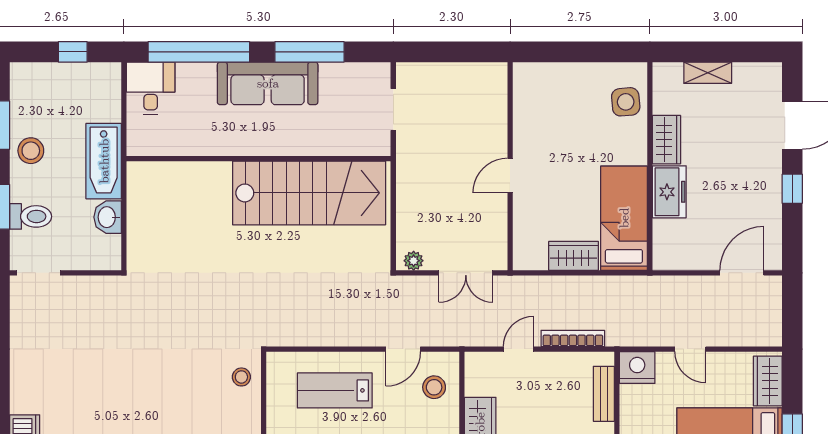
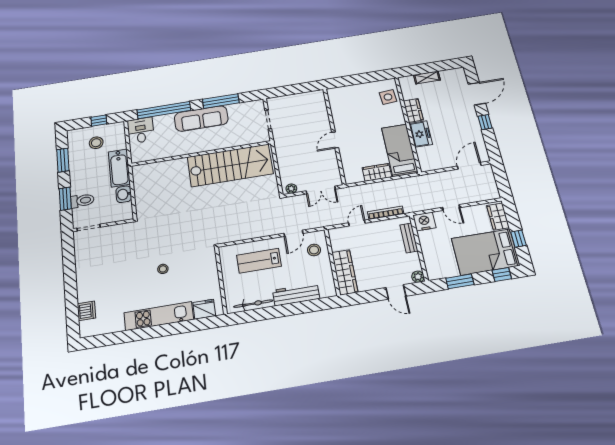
stool: (31, 151) -> (96, 143), moved
stool: (241, 377) -> (163, 269), moved

